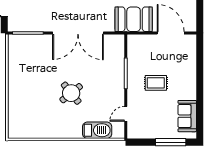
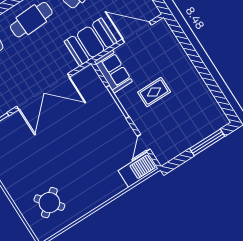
round table: (71, 93) -> (49, 203), moved
sofa: (187, 116) -> (113, 71), moved, turned 180
barbecue: (97, 130) -> (138, 170), moved

